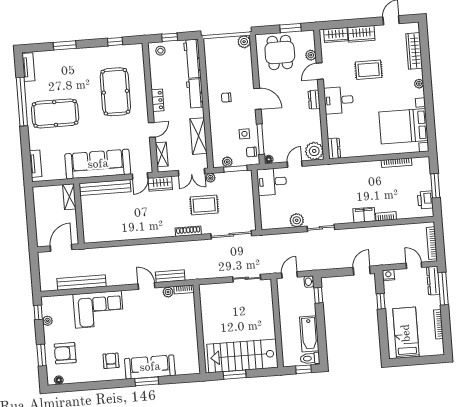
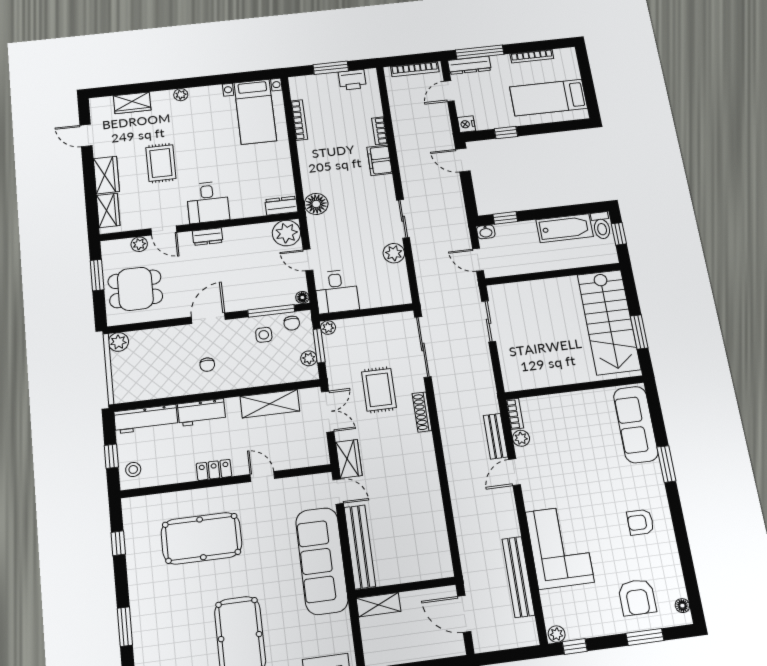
wardrobe: (414, 51) -> (132, 103), width x0.67
bed with nightstands: (403, 126) -> (255, 112), width x0.73
shelving: (162, 154) -> (301, 459), removed
floor lamp: (334, 171) -> (316, 204), added
plant: (210, 178) -> (328, 328), moved
plant: (47, 321) -> (557, 634), moved
sofa: (150, 367) -> (636, 425), moved

